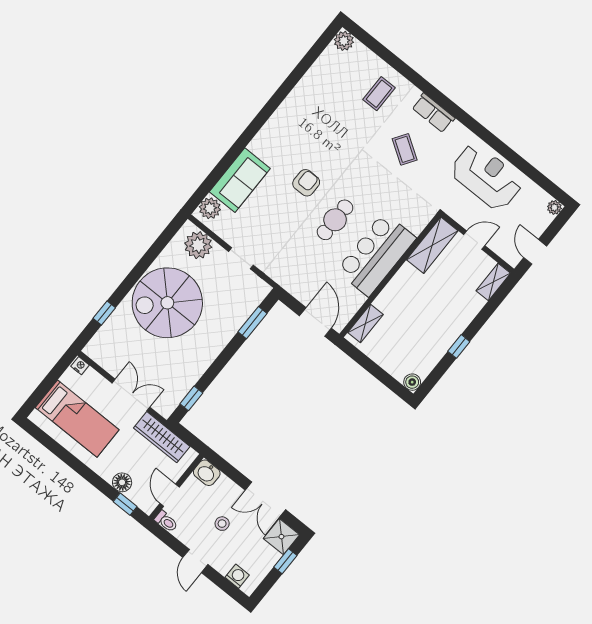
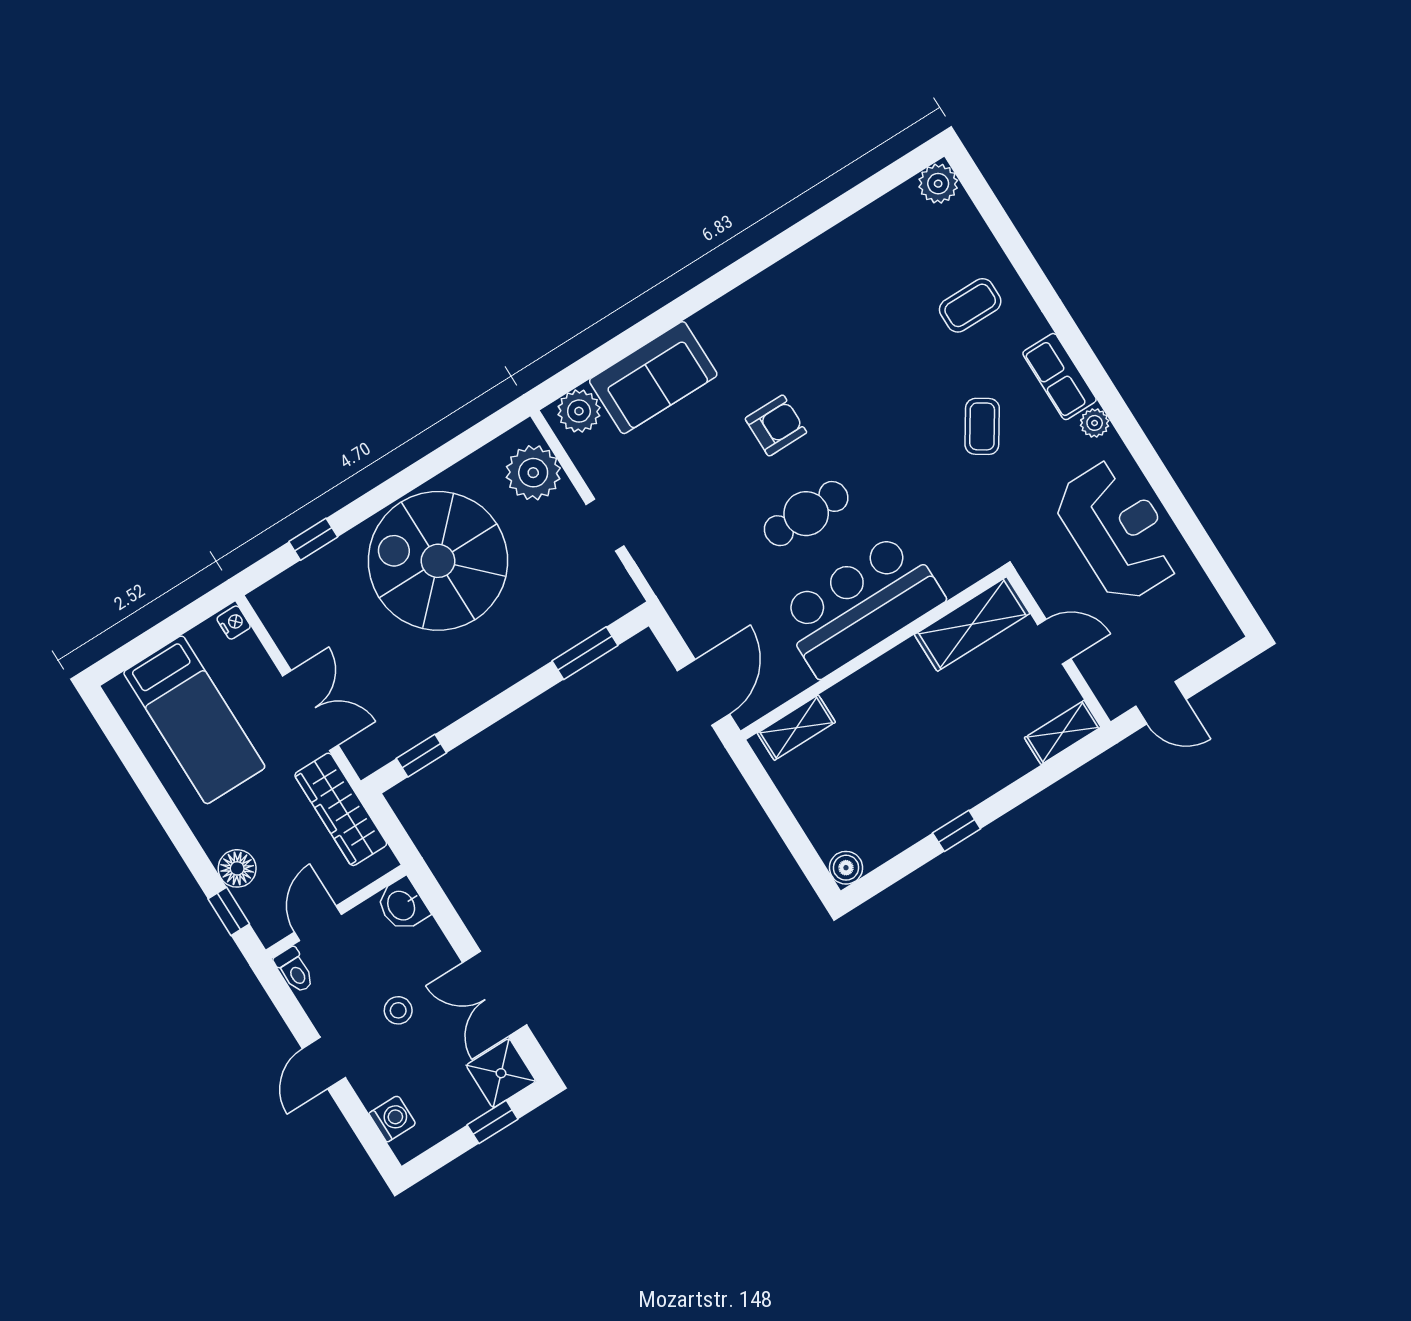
plant: (554, 207) -> (1095, 423), moved
door: (535, 252) -> (1161, 703), swing flipped

